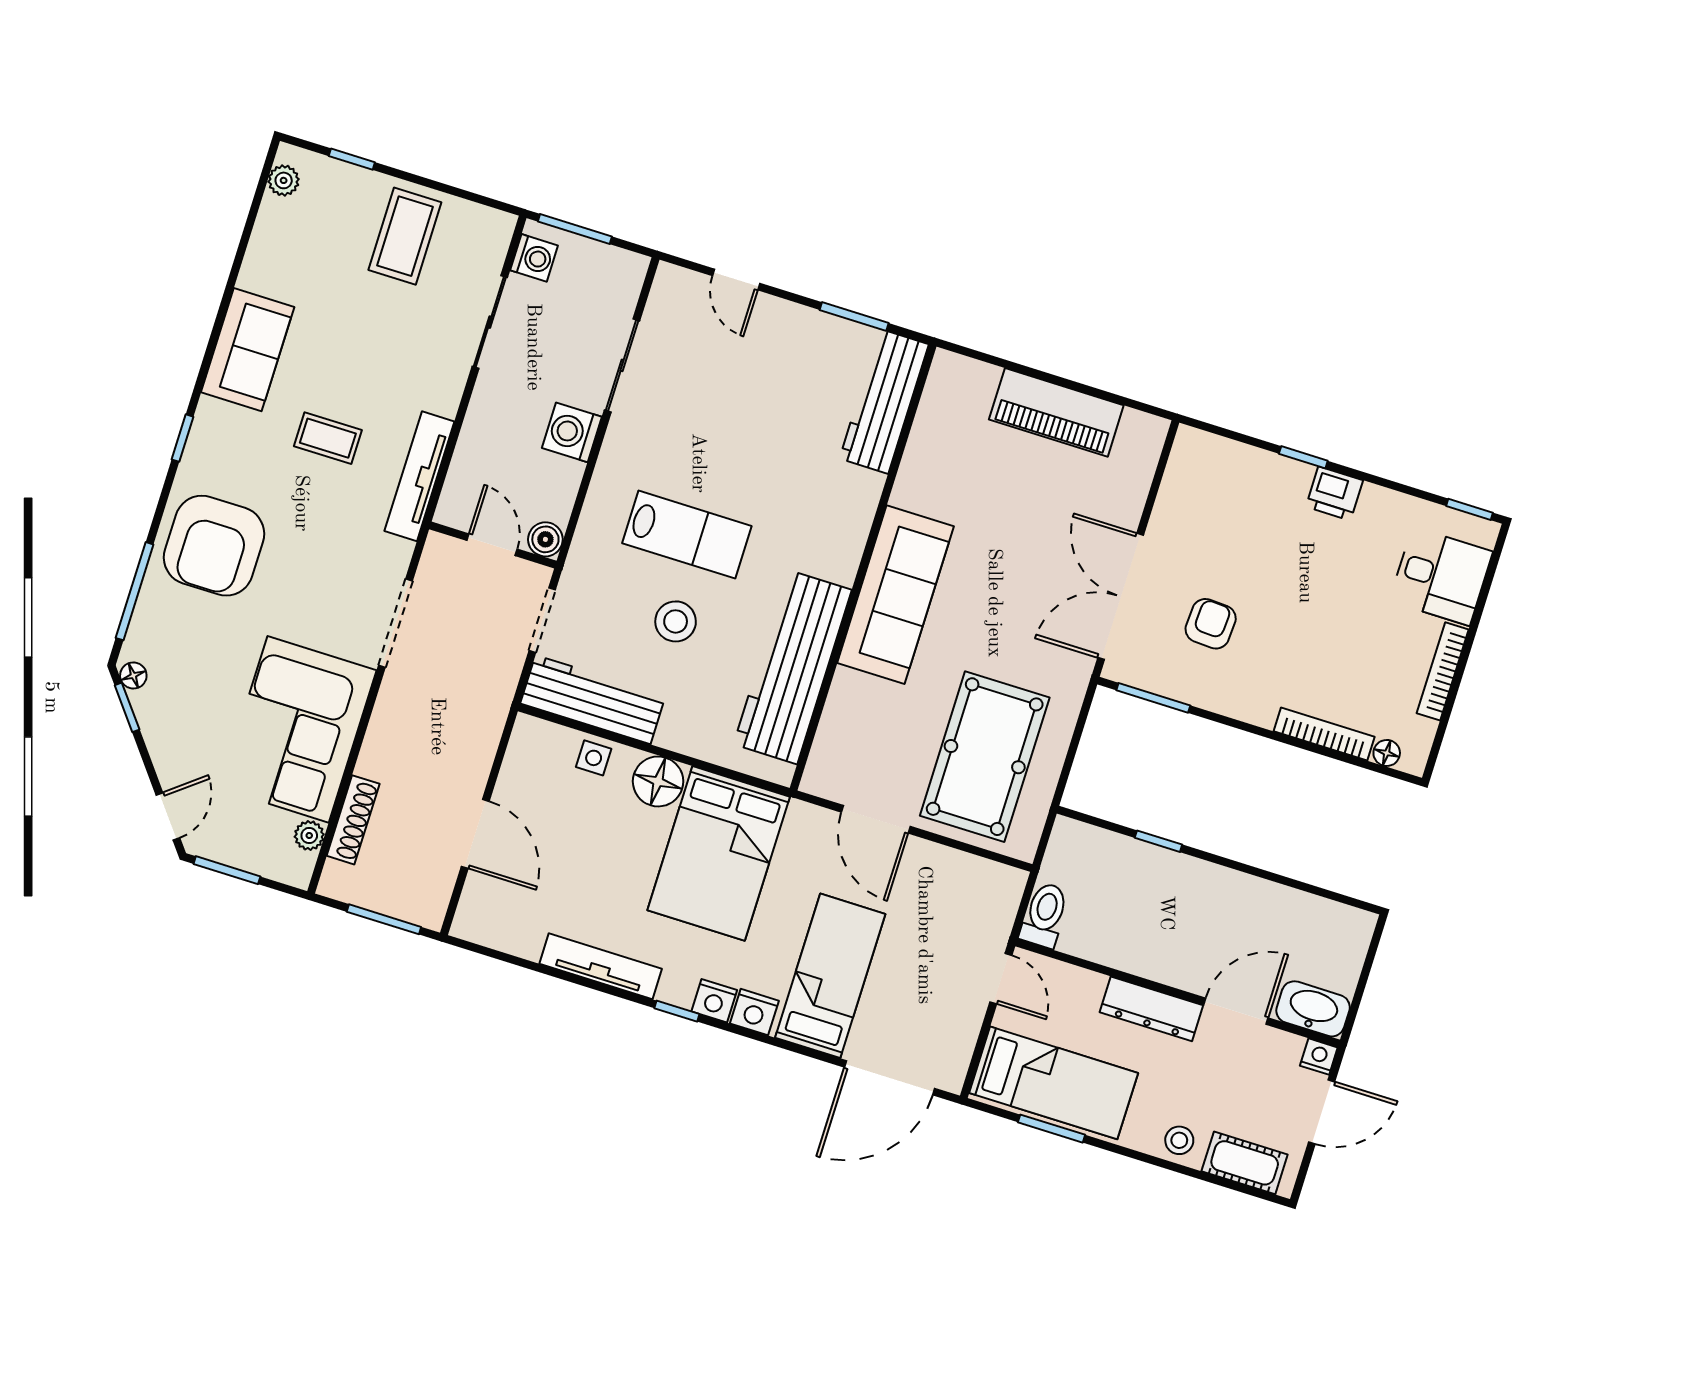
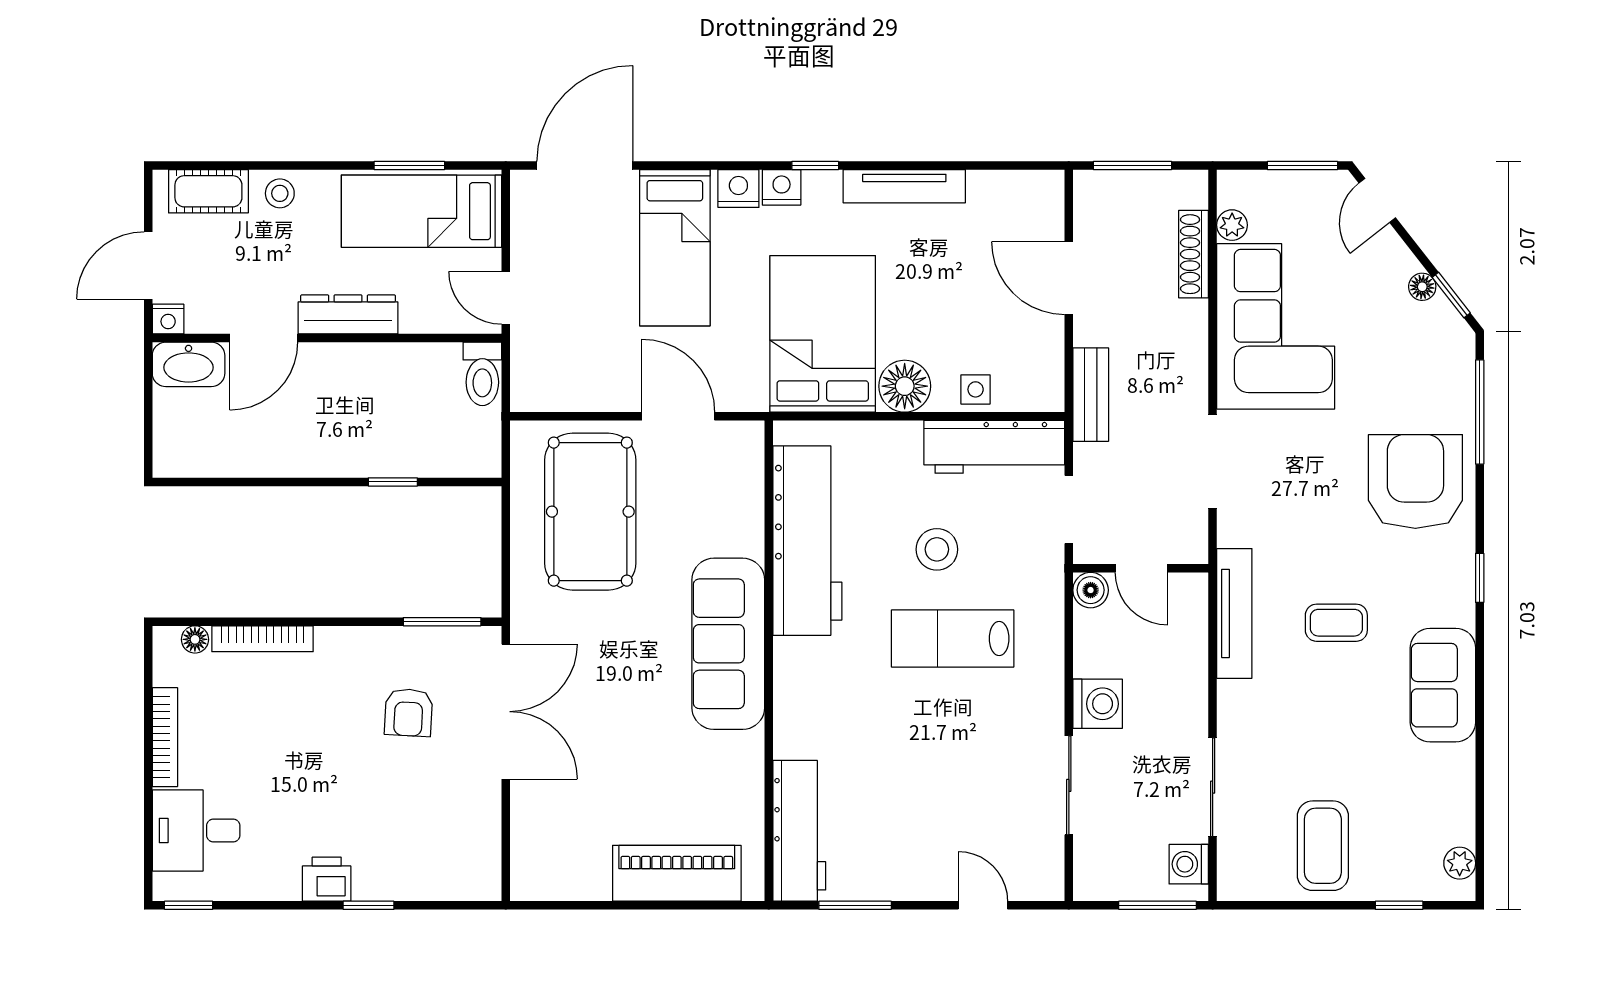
piano: (1056, 412) -> (677, 873), moved
floor lamp: (133, 675) -> (1422, 287), moved
bench: (489, 720) -> (1091, 395), added

